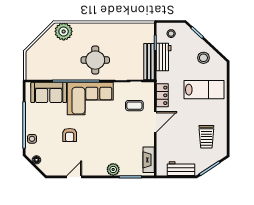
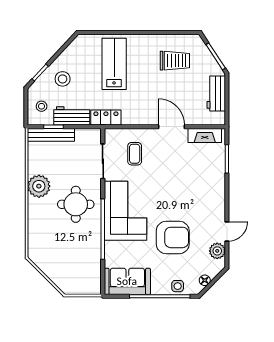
plant: (64, 31) -> (39, 186), moved
stool: (203, 58) -> (63, 79), moved
bench: (149, 62) -> (51, 135), moved
sofa: (49, 92) -> (127, 281), moved, turned -90
locker: (162, 95) -> (106, 118), moved
door: (155, 122) -> (171, 127), moved
armchair: (70, 135) -> (173, 237), width x1.88, depth x1.88
plant: (113, 169) -> (217, 251), moved
door: (74, 177) -> (227, 231), swing flipped

